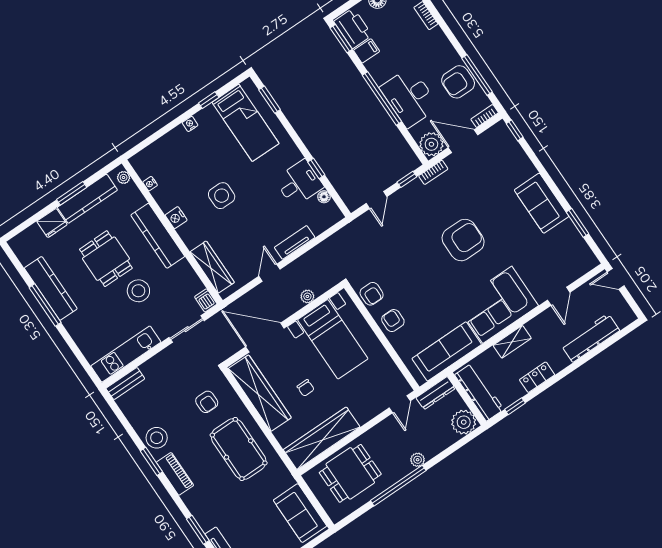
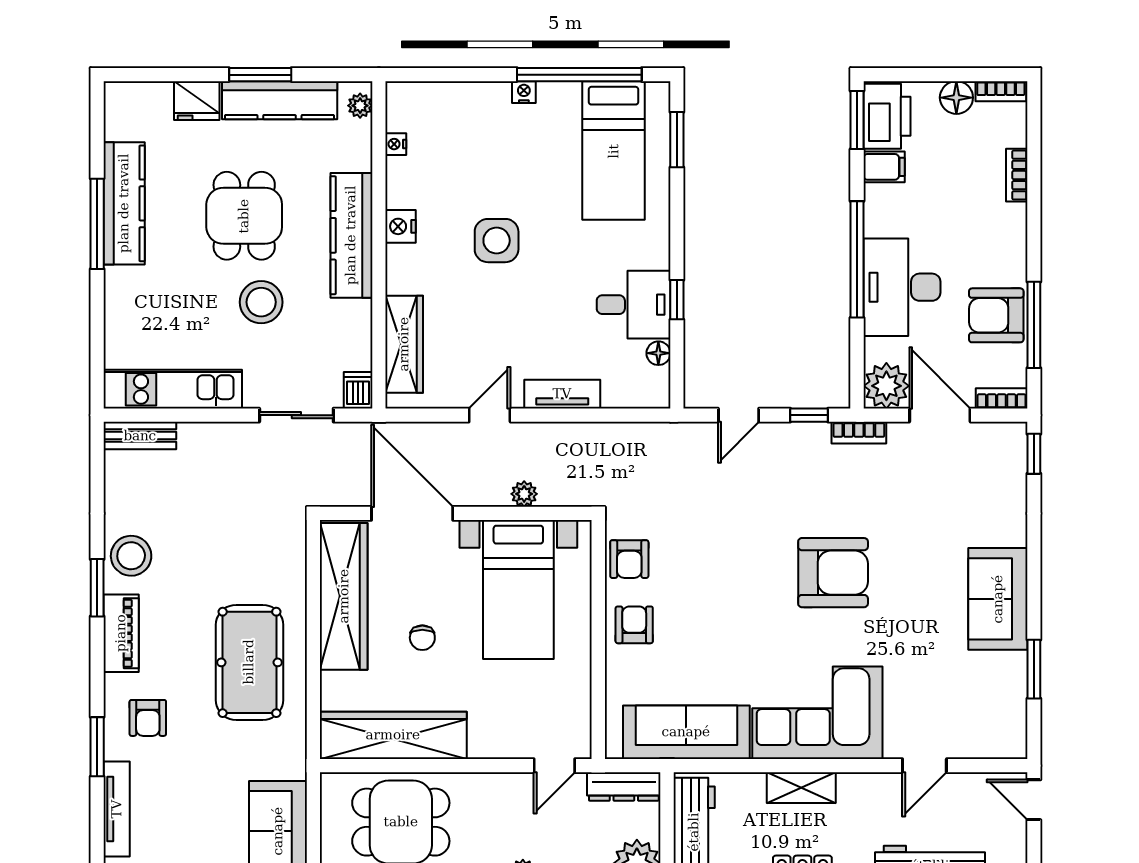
window: (209, 100) -> (579, 75), width x3.17
armchair: (207, 402) -> (148, 718), moved

